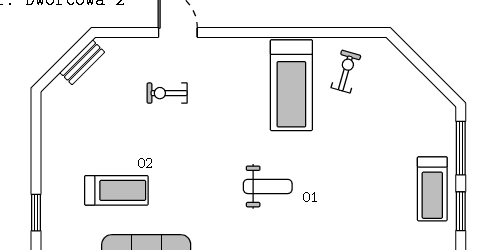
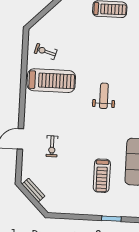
treadmill: (116, 190) -> (102, 176), turned 180

